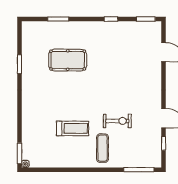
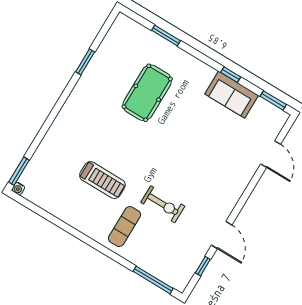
sofa: (119, 31) -> (232, 95), added
pool table: (68, 60) -> (147, 93), turned 90

